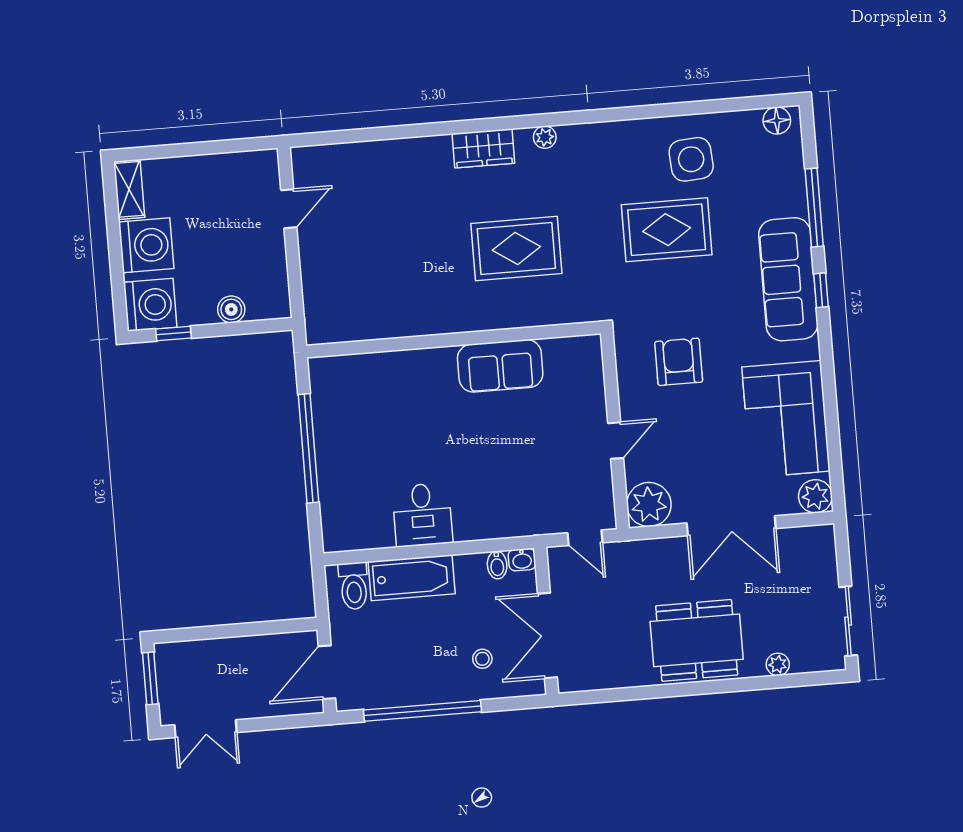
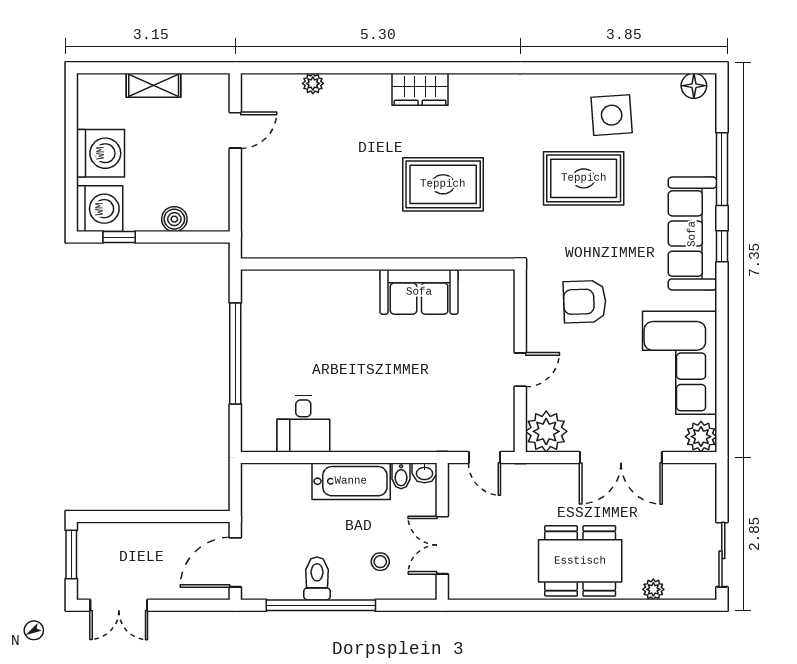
plant: (545, 137) -> (313, 83), moved
shelving: (129, 189) -> (154, 85), moved, turned 90
armchair: (679, 362) -> (585, 302), turned -92
desk: (422, 515) -> (303, 424), moved
bathtub: (412, 578) -> (351, 481), moved
toilet: (354, 586) -> (317, 578), moved, turned 180
double door: (547, 636) -> (442, 545), width x0.73

